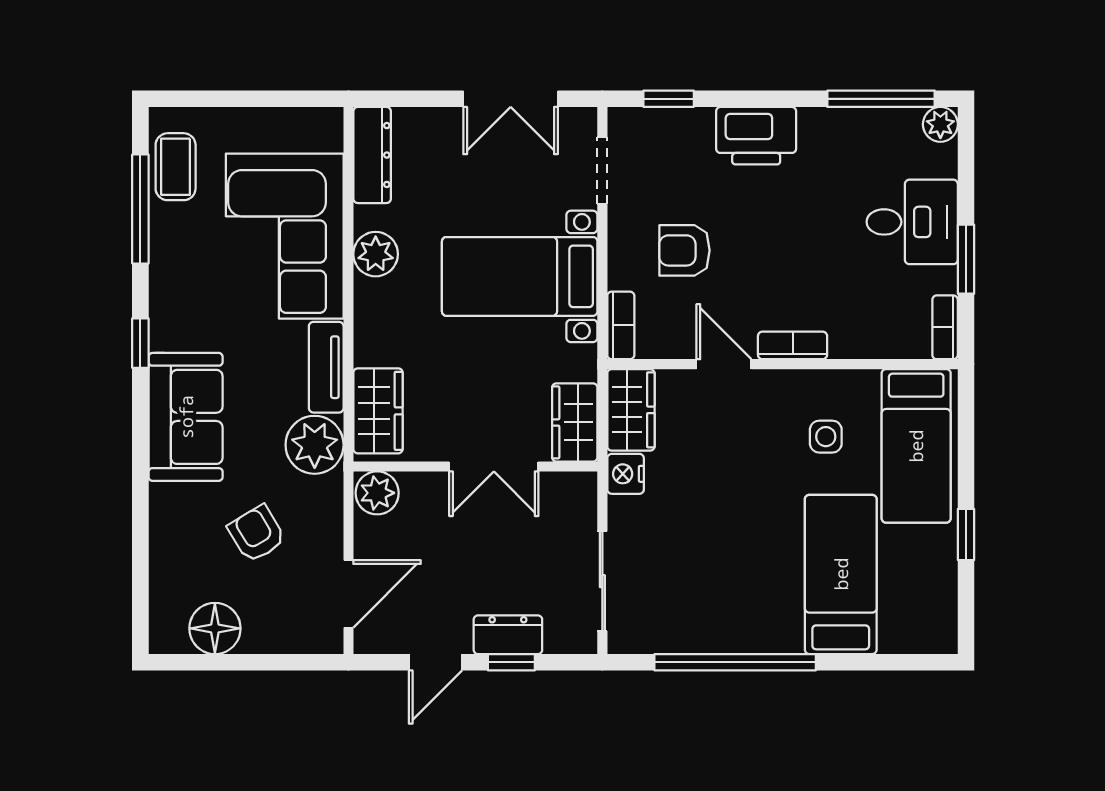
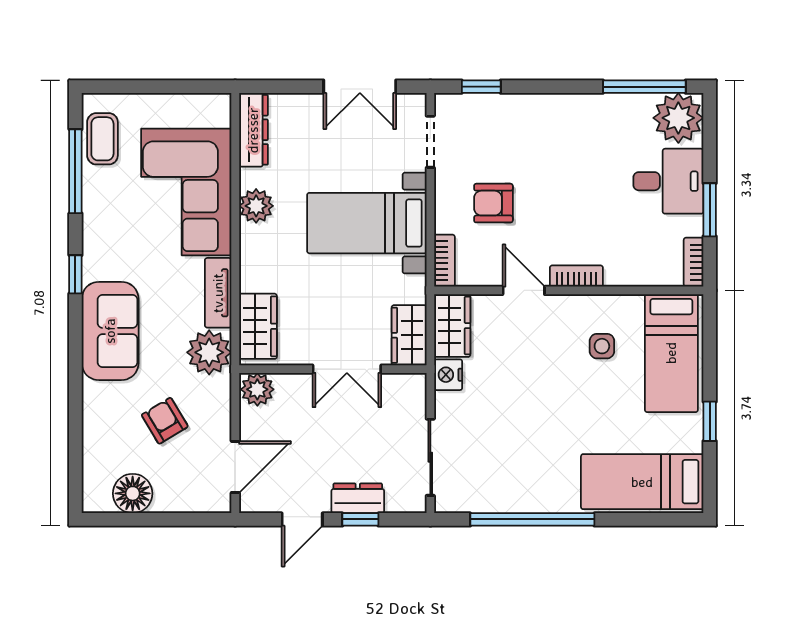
plant: (940, 124) -> (678, 118), width x1.88, depth x1.88
printer: (756, 136) -> (548, 115), removed
bed: (841, 574) -> (642, 482), moved, turned -90

